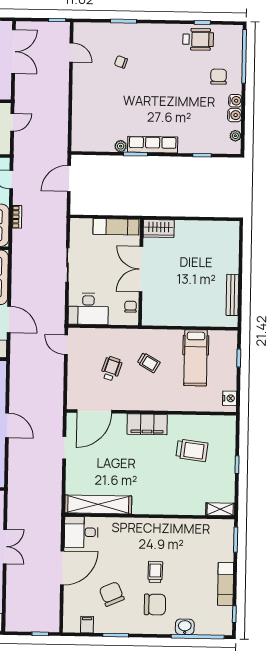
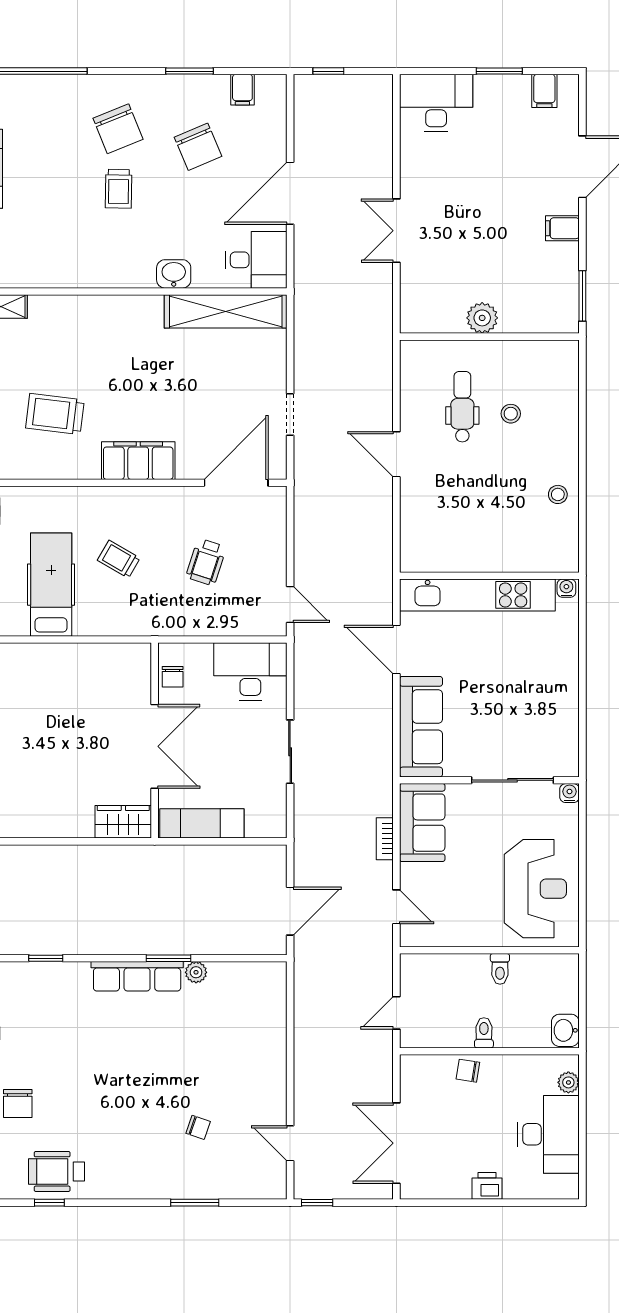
trolley: (149, 363) -> (119, 559), moved
chair: (155, 604) -> (118, 129), turned -112
washbasin: (185, 627) -> (174, 274), moved, turned 180

